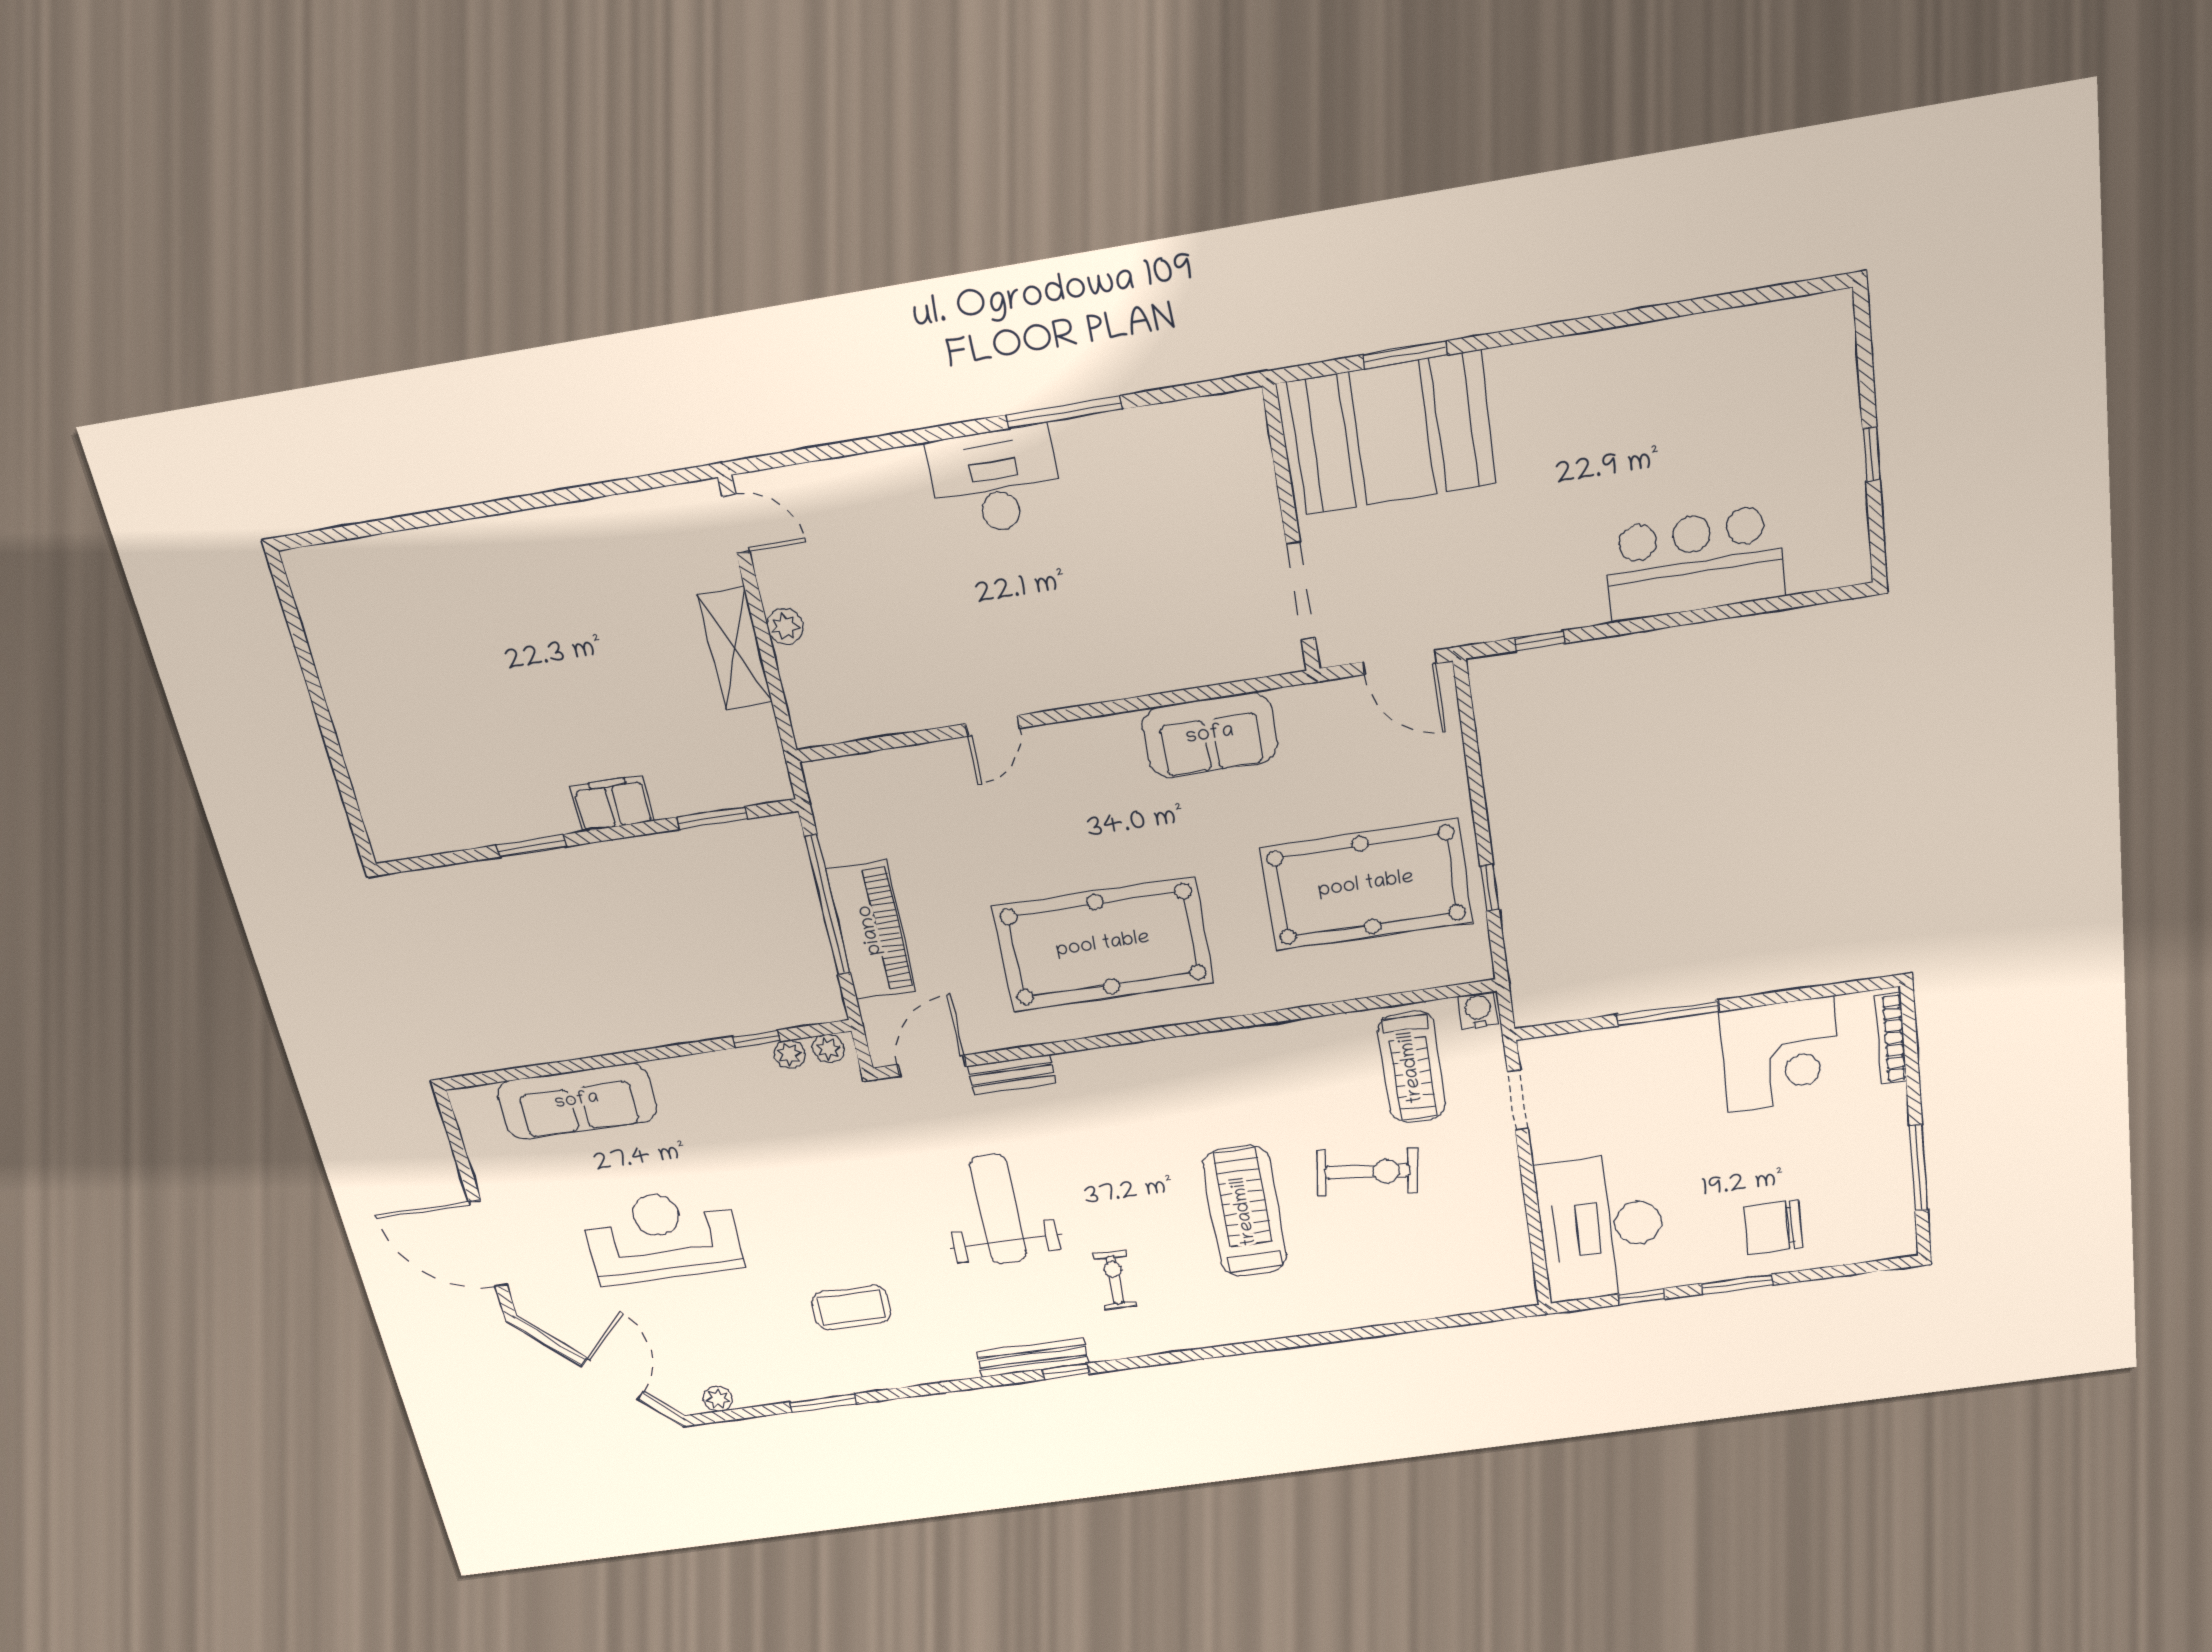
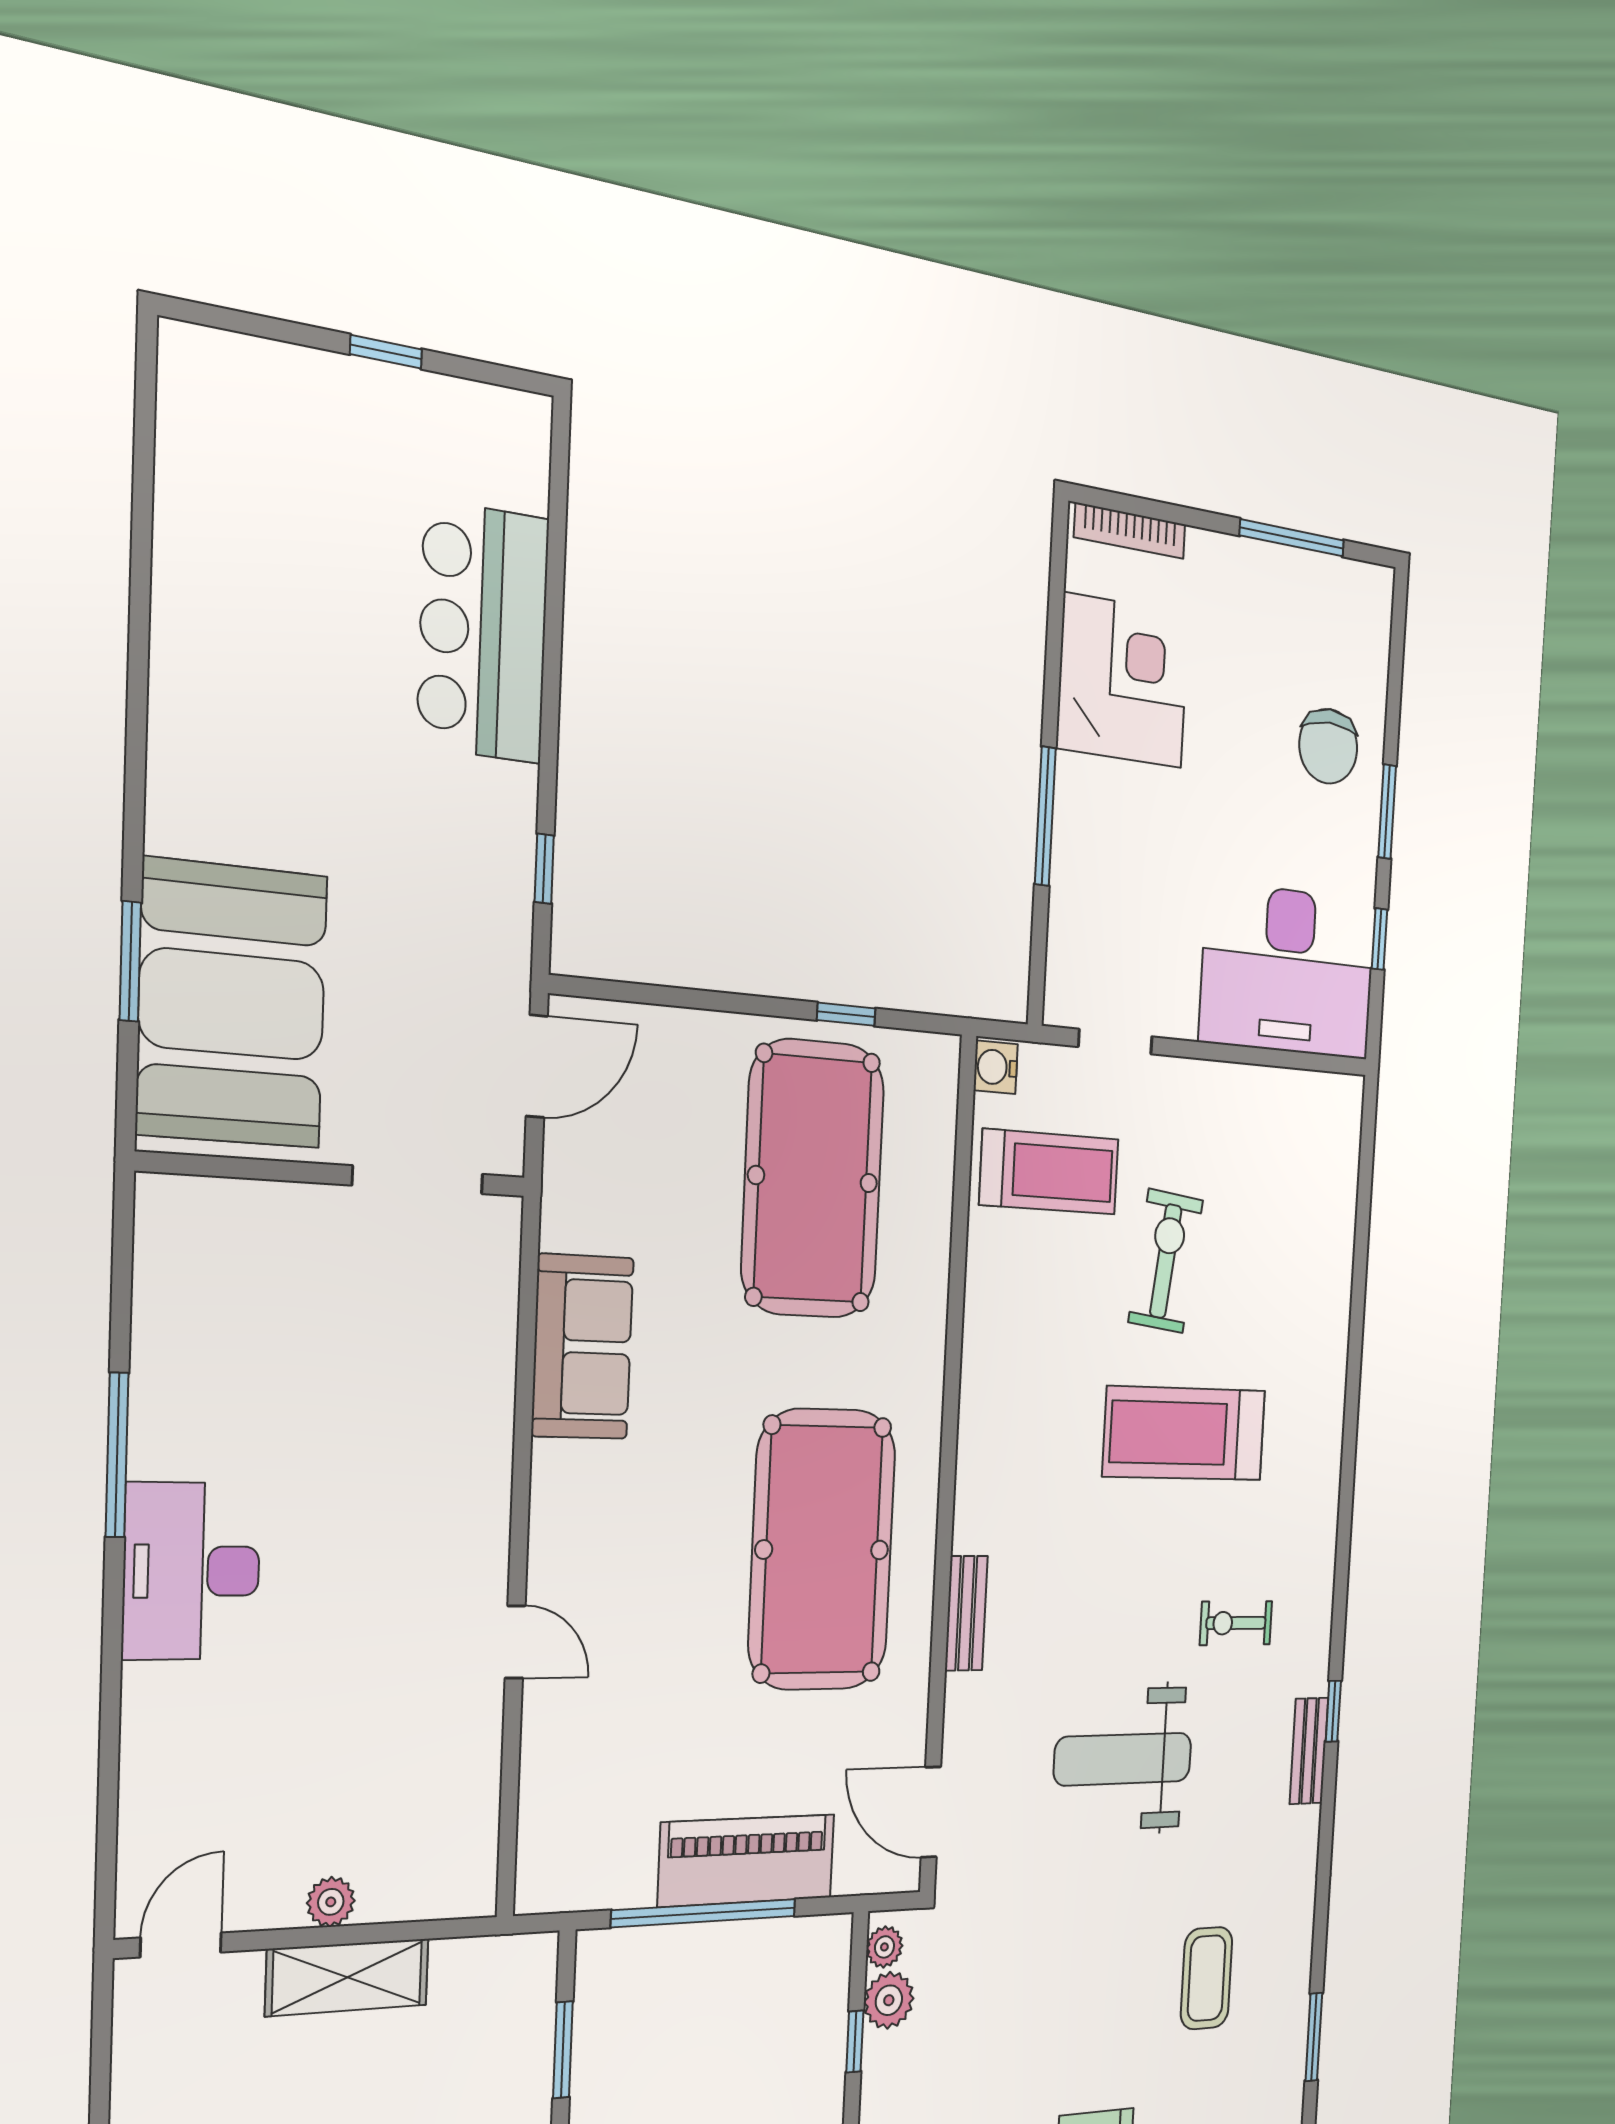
plant: (789, 1054) -> (889, 2000), width x1.38, depth x1.38
bench: (1012, 1075) -> (966, 1613), moved
bench: (1033, 1357) -> (1309, 1751), width x0.73

